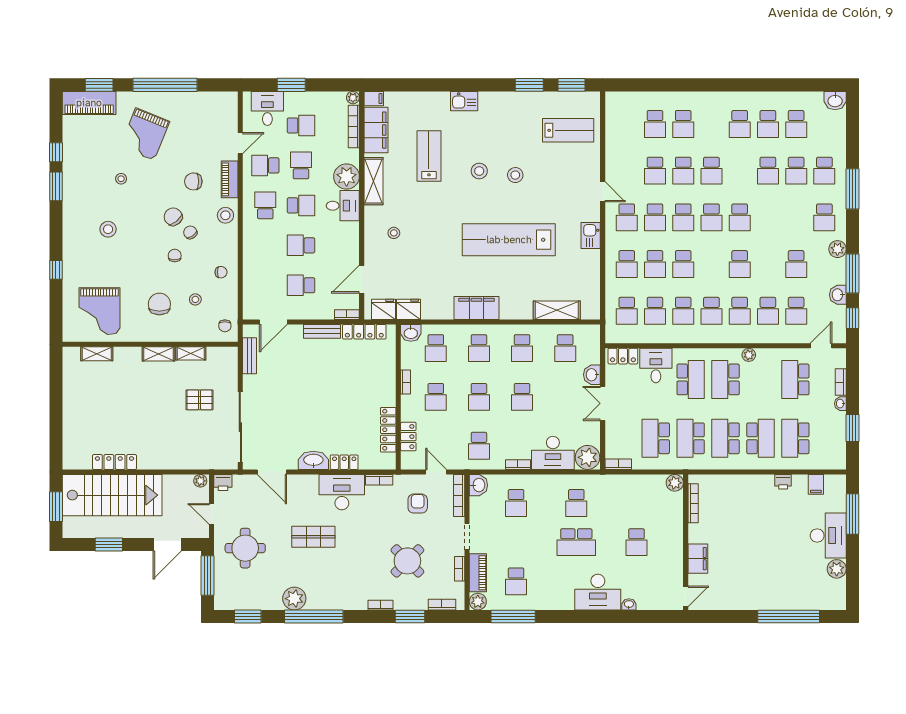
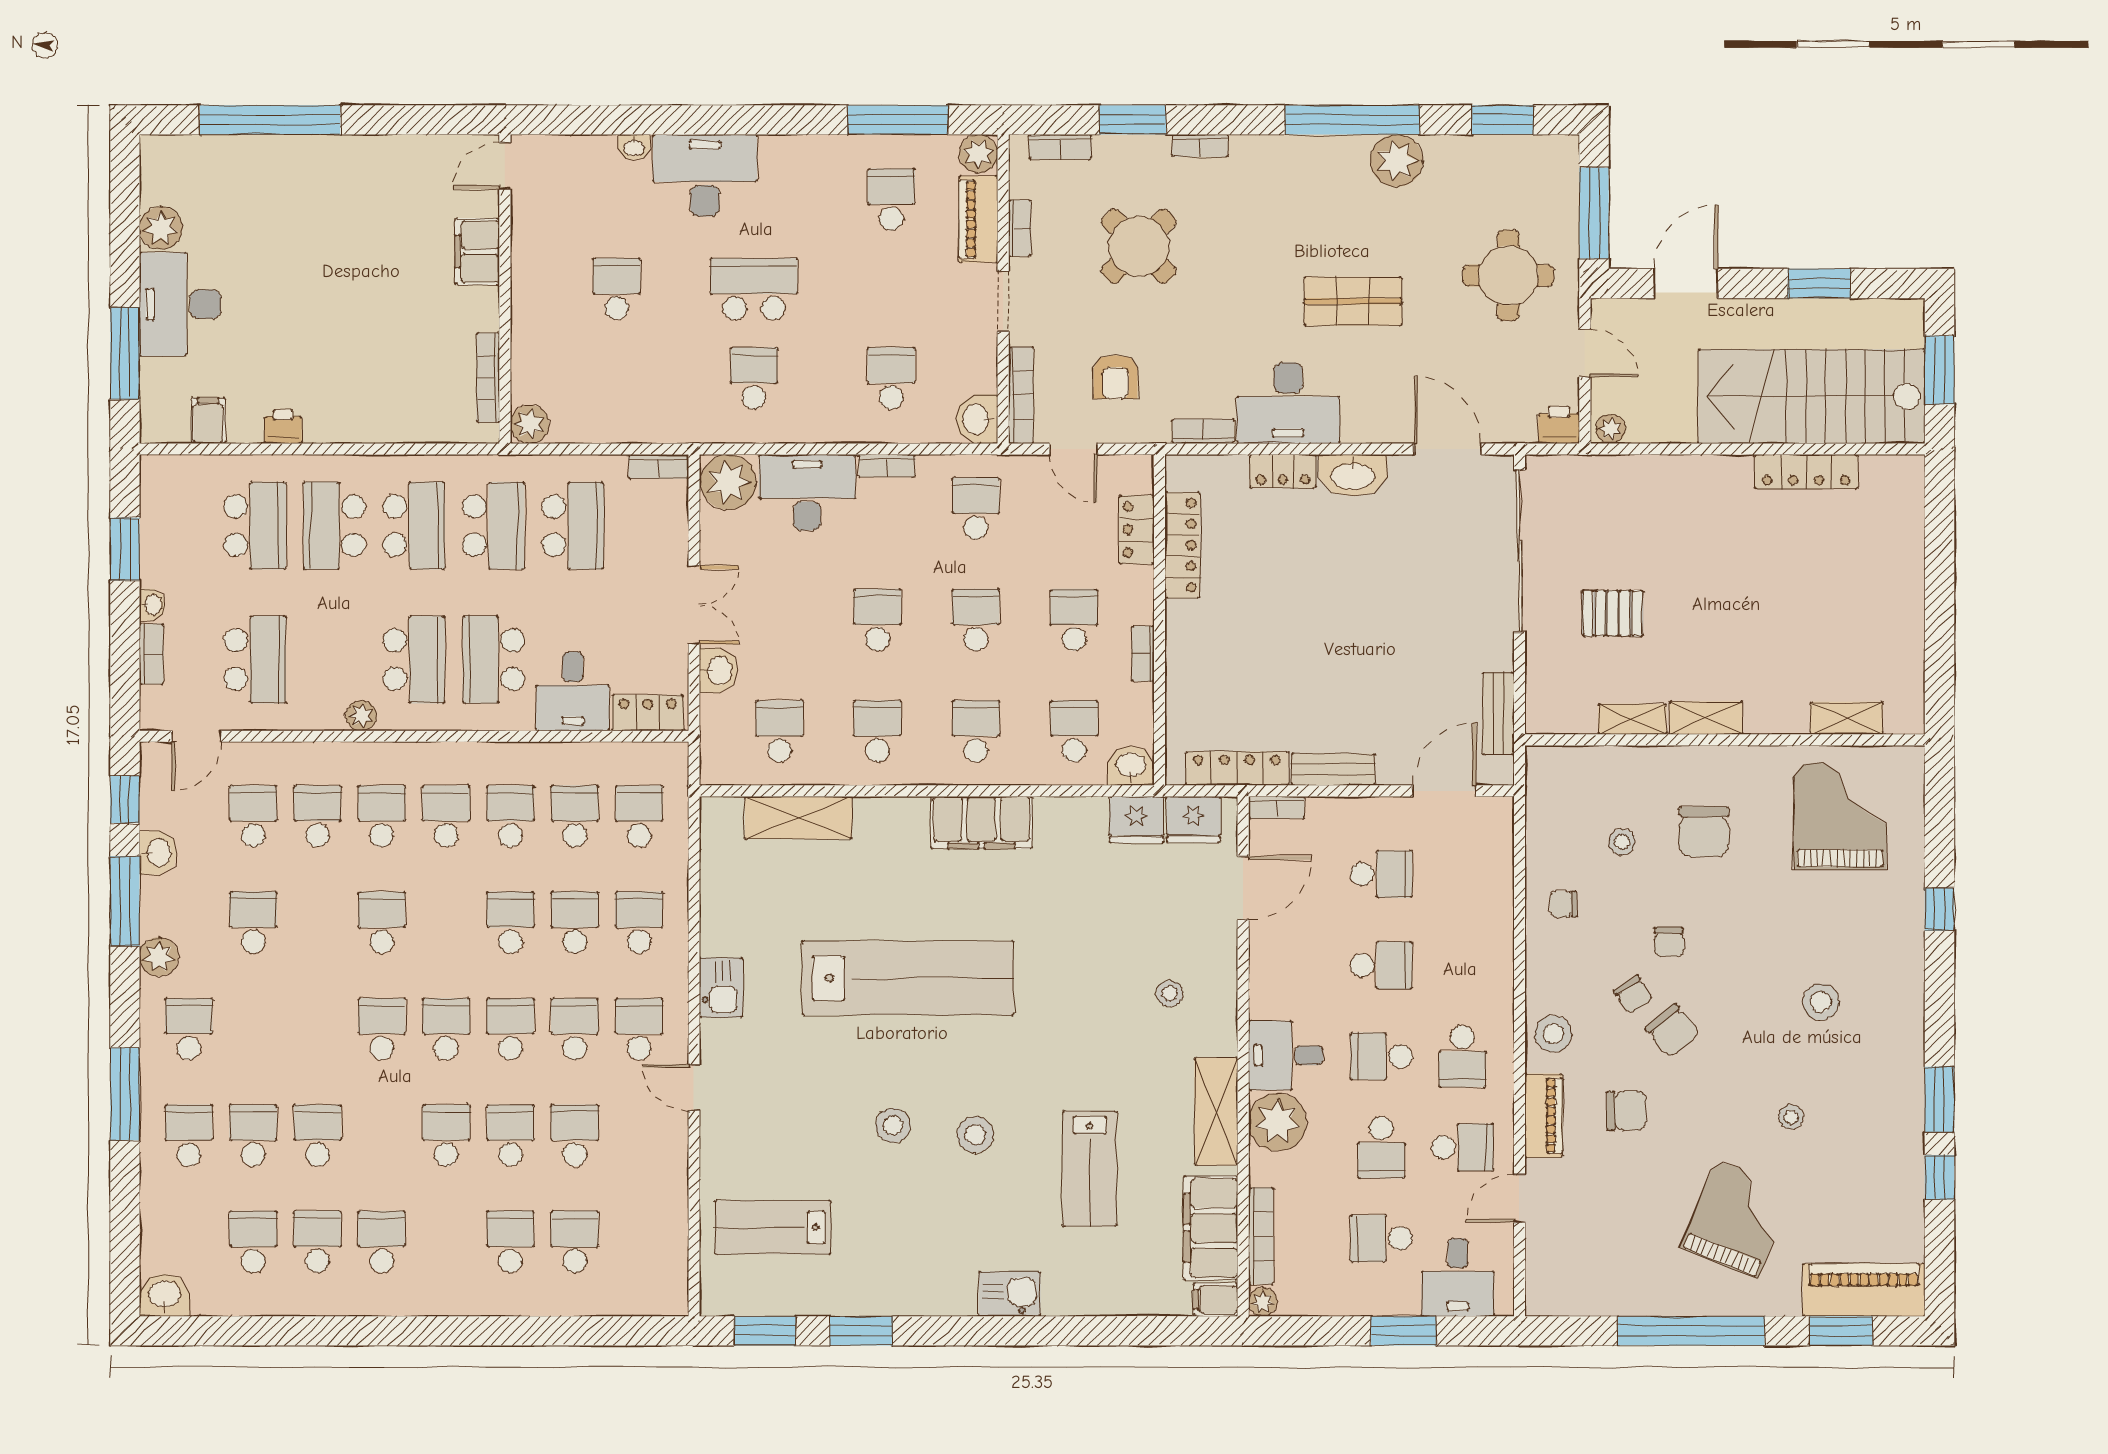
chair: (225, 326) -> (1555, 782), removed

